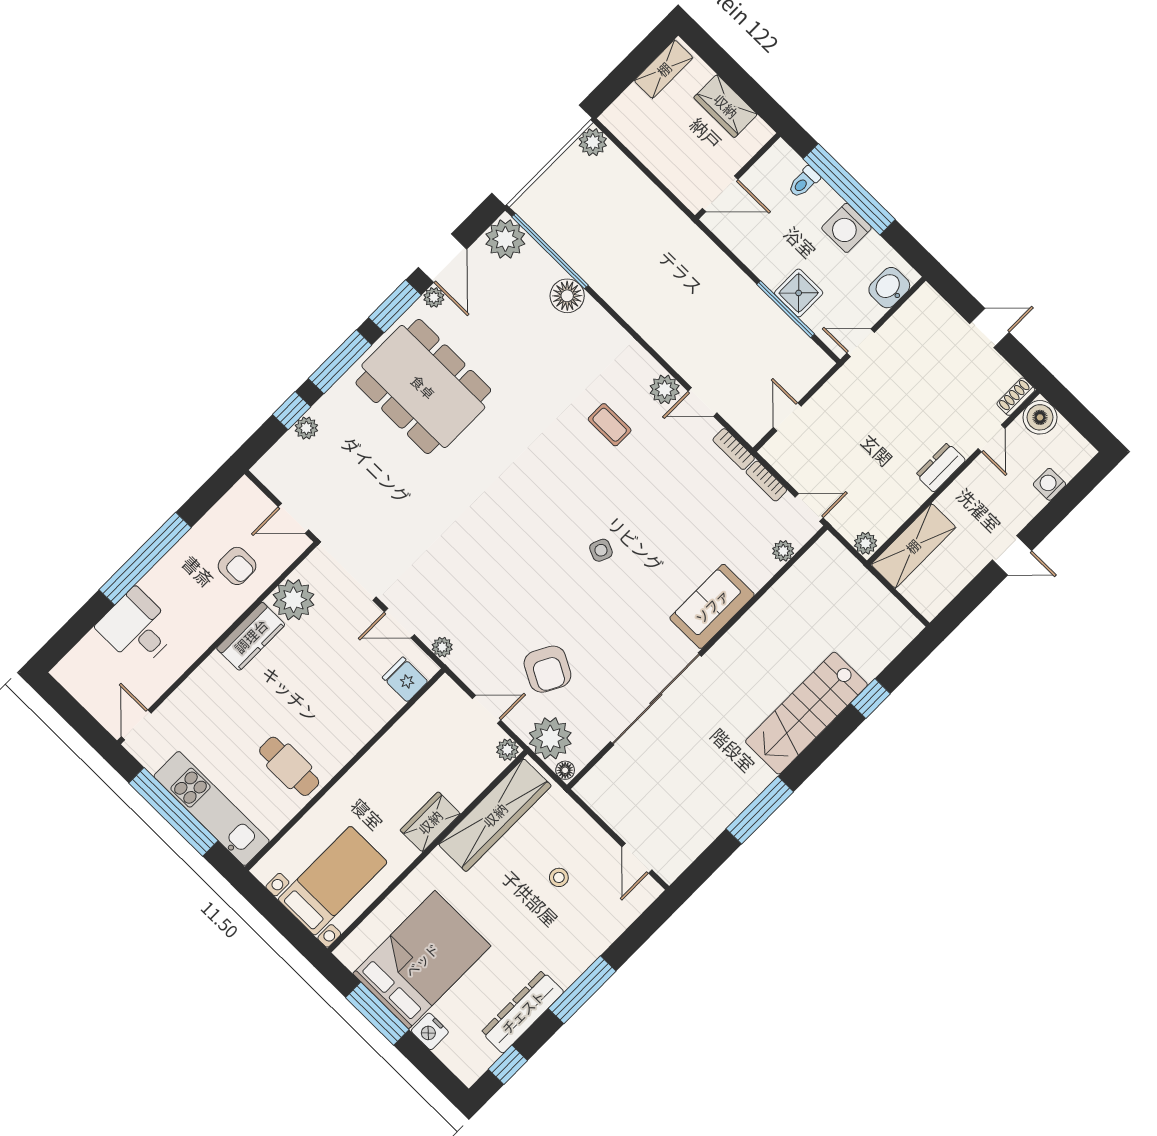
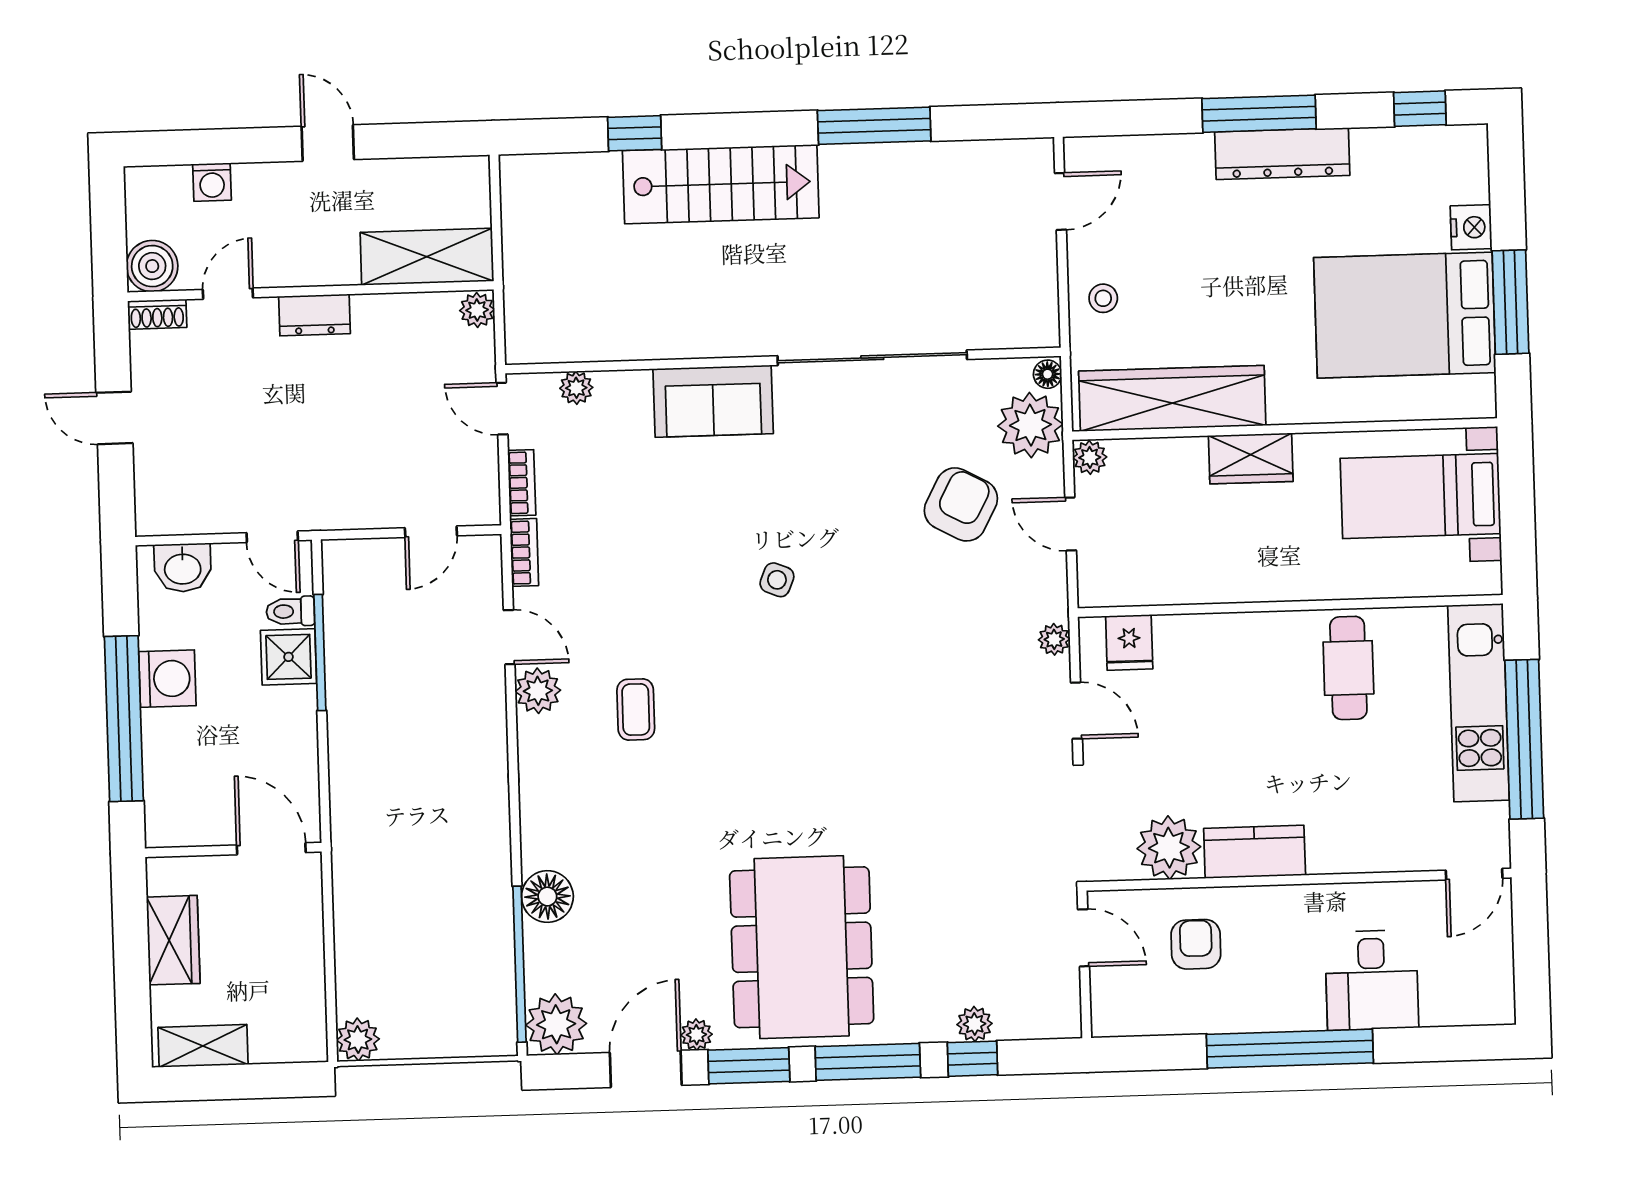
toilet: (804, 182) -> (290, 611), moved, turned 180
stool: (559, 877) -> (1103, 298), moved
dresser: (523, 1012) -> (1282, 154), moved

